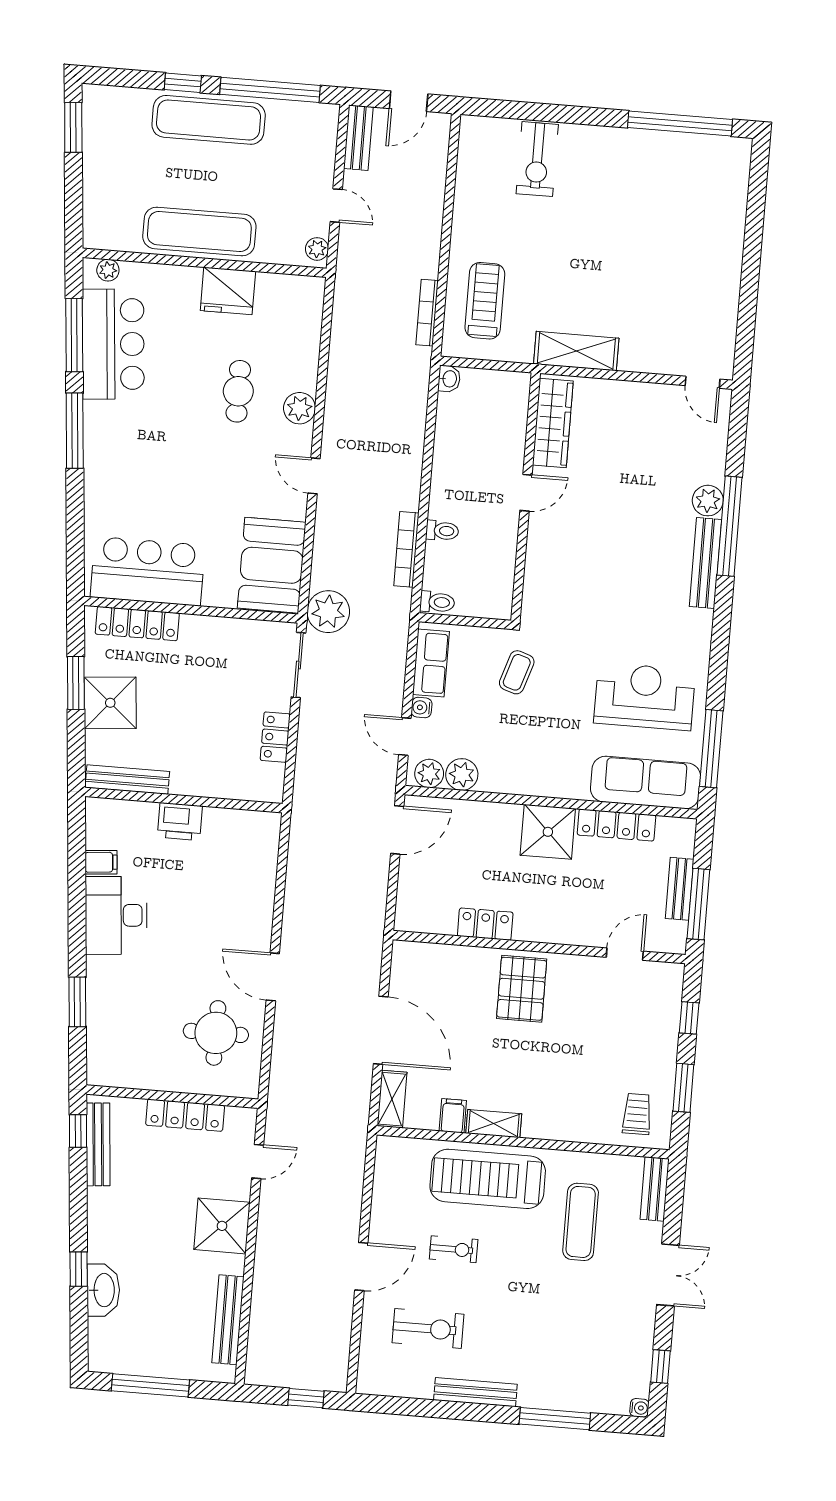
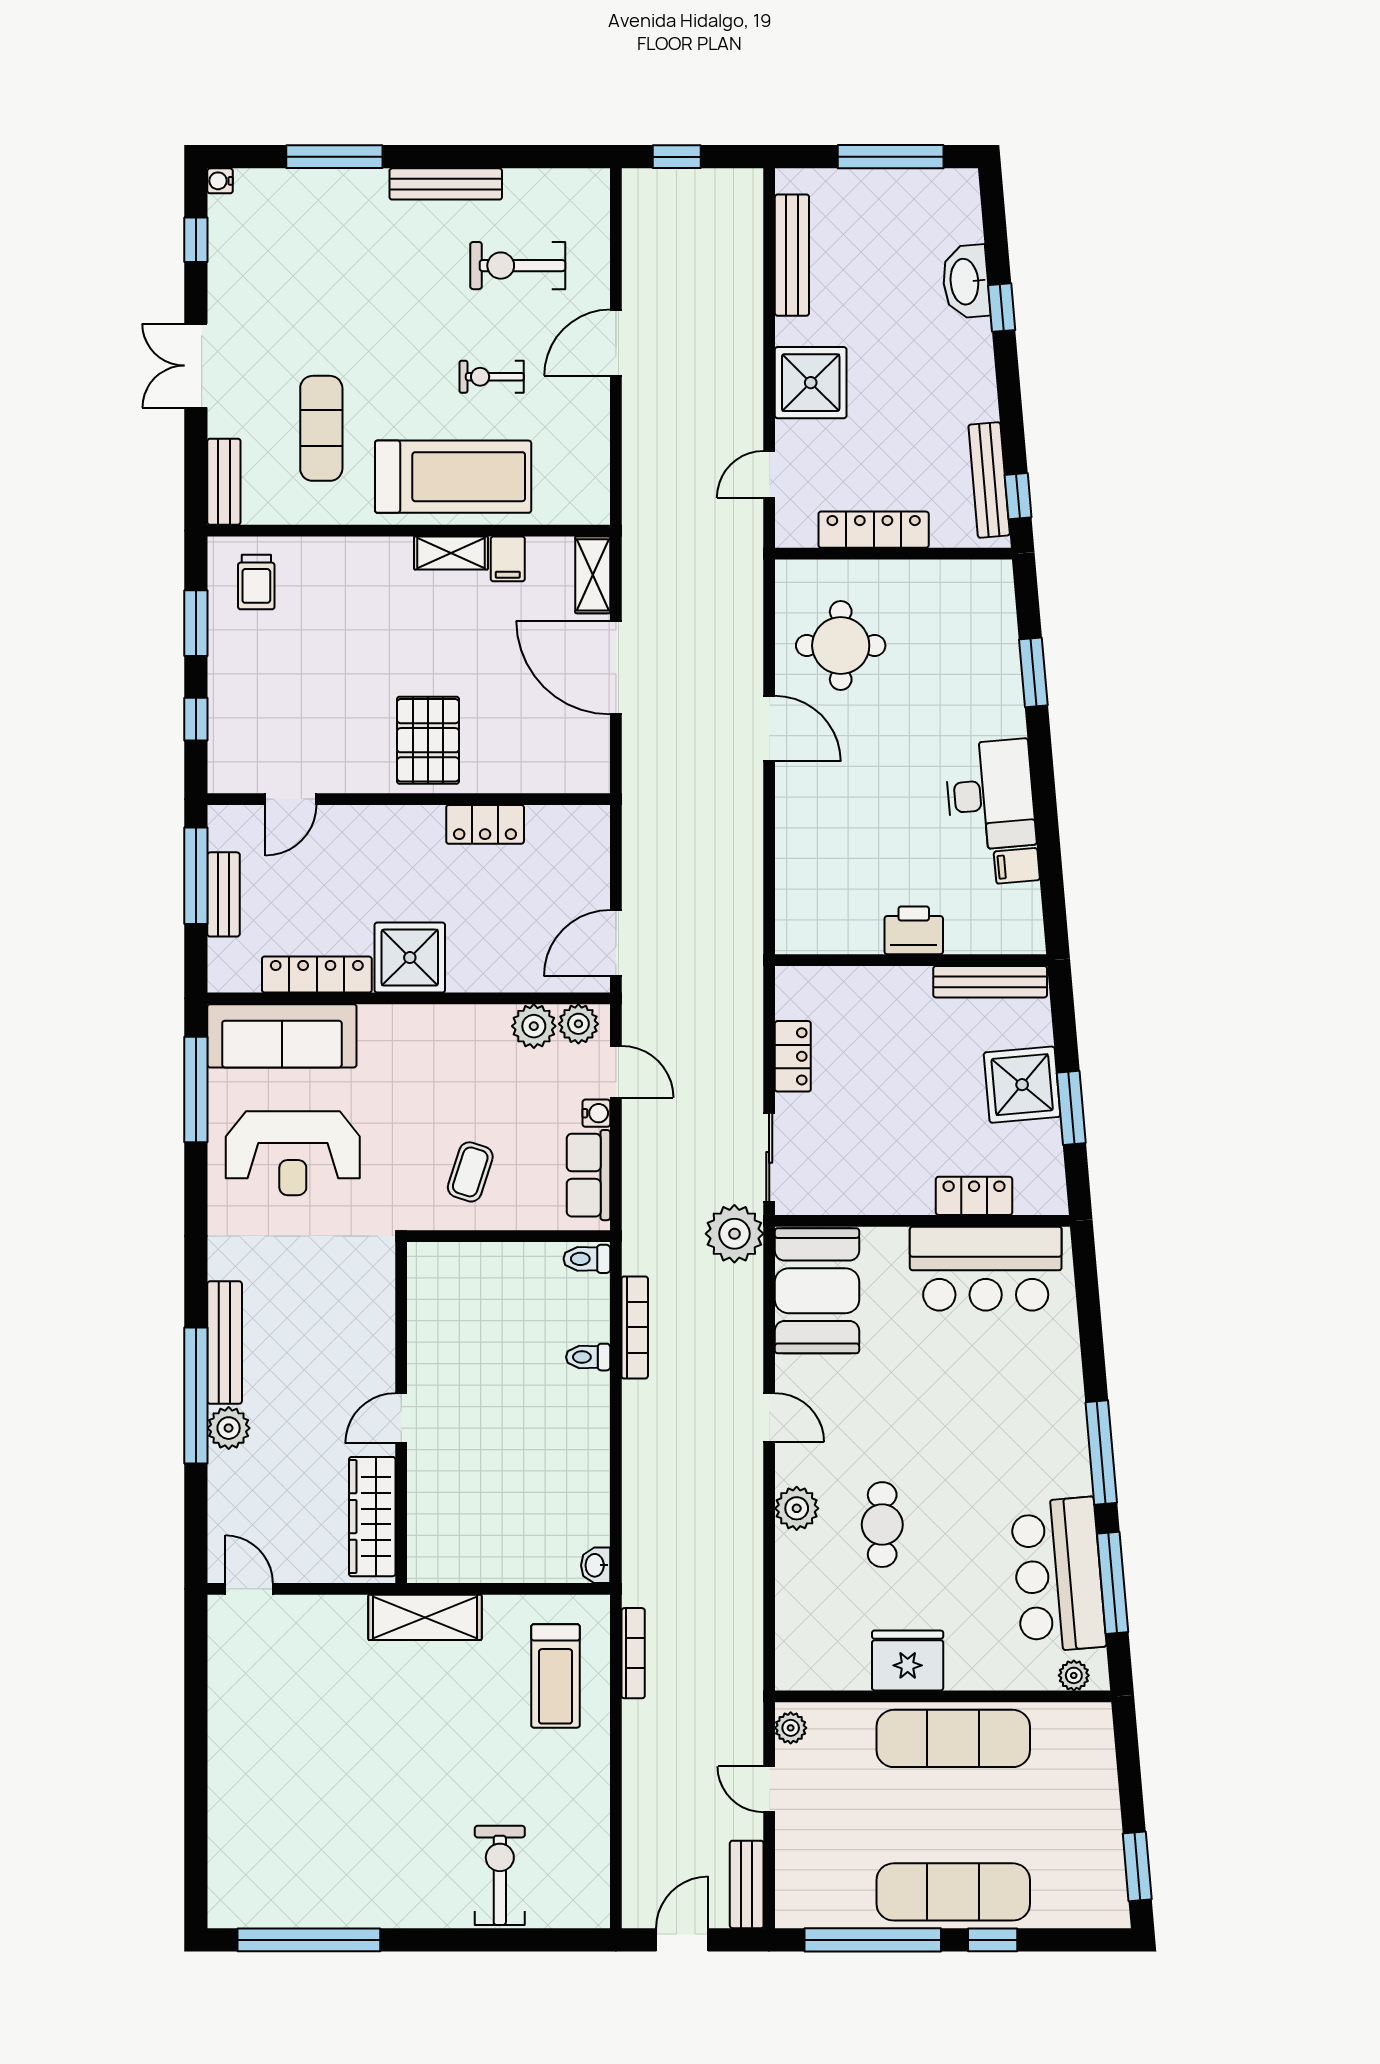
wardrobe: (553, 423) -> (372, 1517), moved
door: (526, 493) -> (401, 1418), moved
wall: (526, 497) -> (401, 1413), moved
locker: (137, 624) -> (974, 1196), width x0.66

